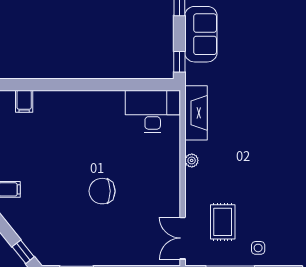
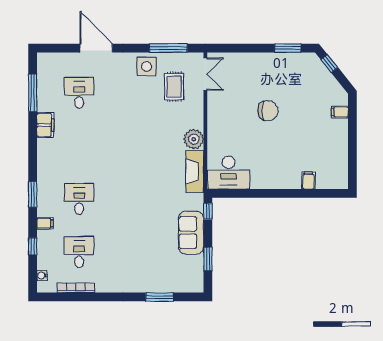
filing cabinet: (24, 101) -> (308, 180), moved
plant: (192, 160) -> (194, 139), width x1.88, depth x1.88
side table: (258, 248) -> (147, 66), width x1.87, depth x1.87

